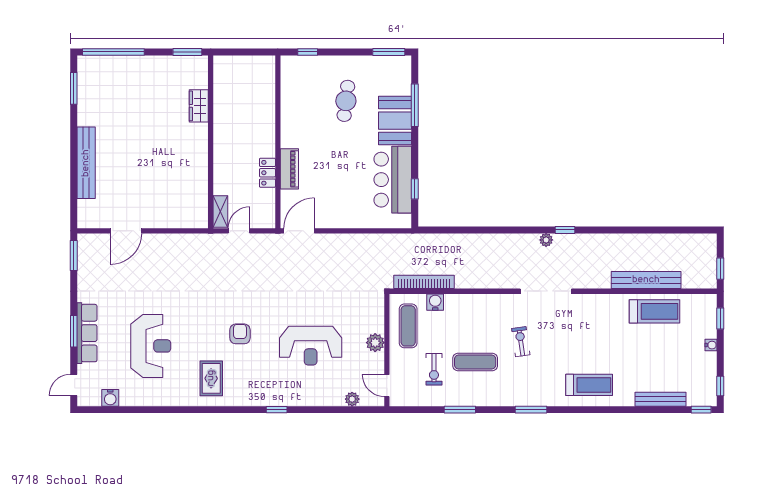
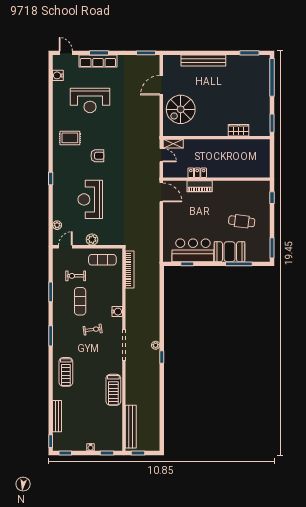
spiral stairs: (165, 199) -> (181, 109), added
door: (126, 231) -> (161, 85), hinge flipped
bench: (646, 280) -> (131, 427), moved
water cooler: (435, 302) -> (117, 312), moved
treadmill: (655, 311) -> (113, 390), moved

